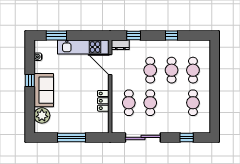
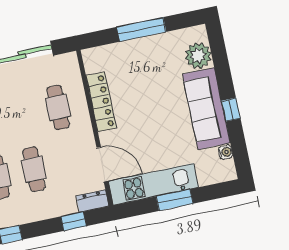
window: (56, 35) -> (175, 200), moved
sofa: (44, 90) -> (206, 109), width x1.36
locker: (103, 101) -> (101, 102), width x1.53
cafe table: (150, 103) -> (22, 115), removed

